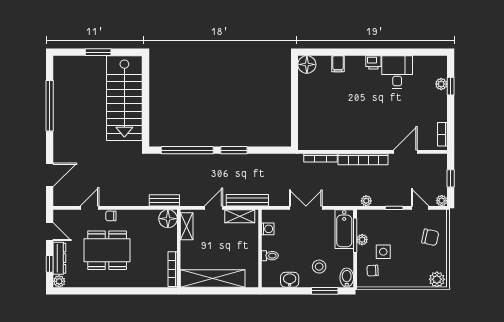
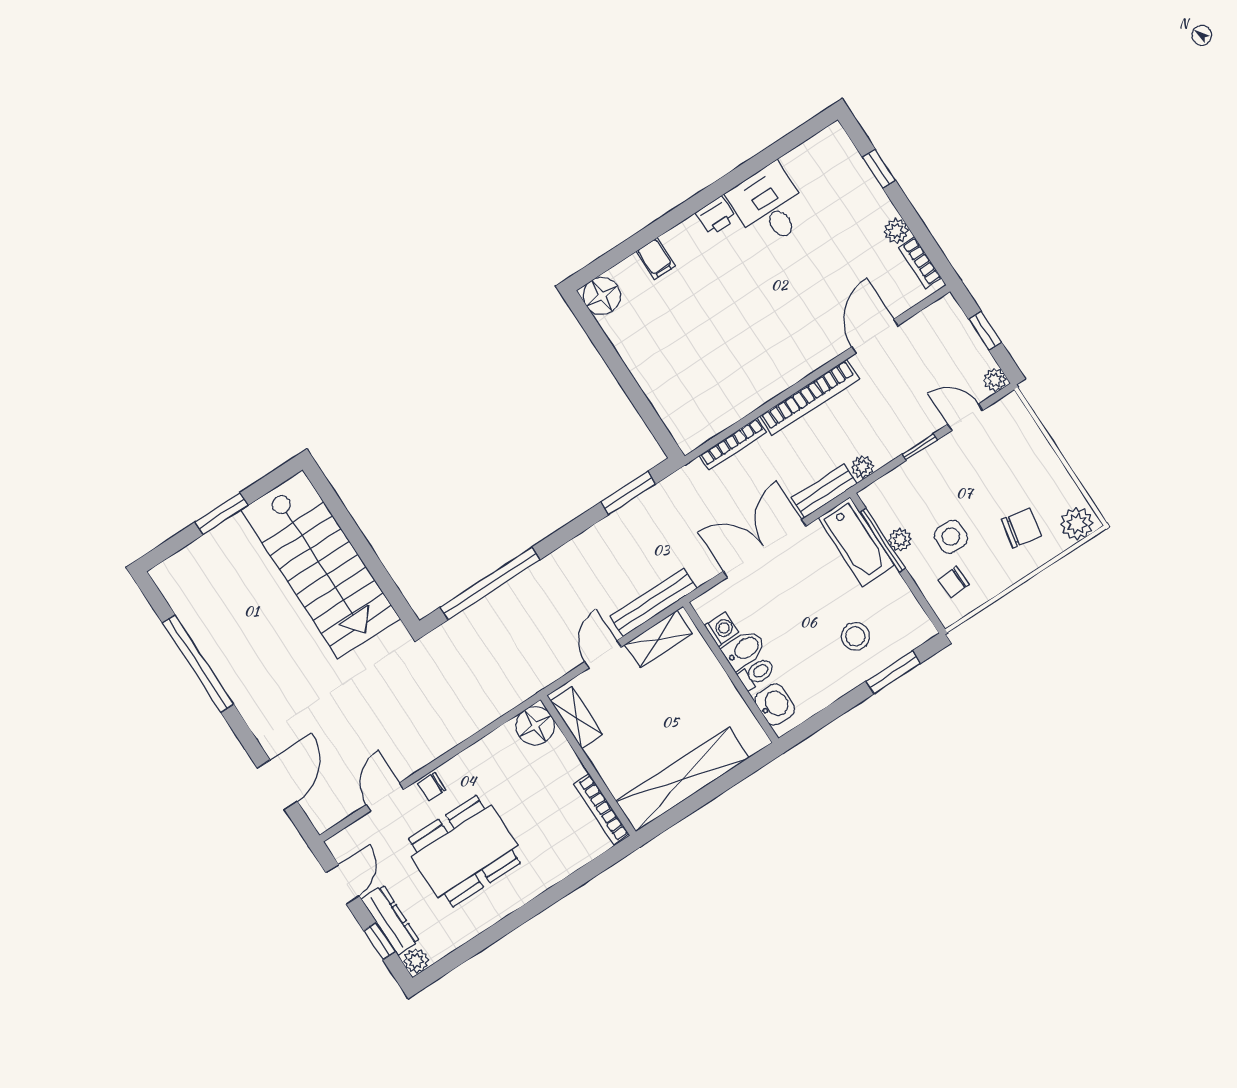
plant: (441, 84) -> (896, 231), moved
window: (234, 150) -> (628, 493), moved
bench: (164, 200) -> (824, 491), moved
double door: (306, 208) -> (765, 549), width x1.37
door: (50, 232) -> (343, 884), hinge flipped
chair: (430, 237) -> (1021, 528), moved
bidet: (347, 278) -> (744, 649), moved, turned 90
washbasin: (290, 280) -> (775, 704), moved, turned 90

